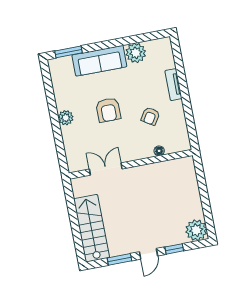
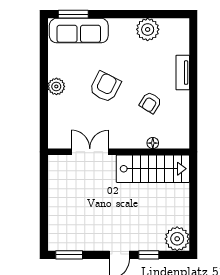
sofa: (99, 61) -> (79, 31), moved
armchair: (108, 110) -> (105, 87), turned -153
stairs: (92, 228) -> (153, 169), moved, turned 90
window: (119, 259) -> (69, 255), moved

